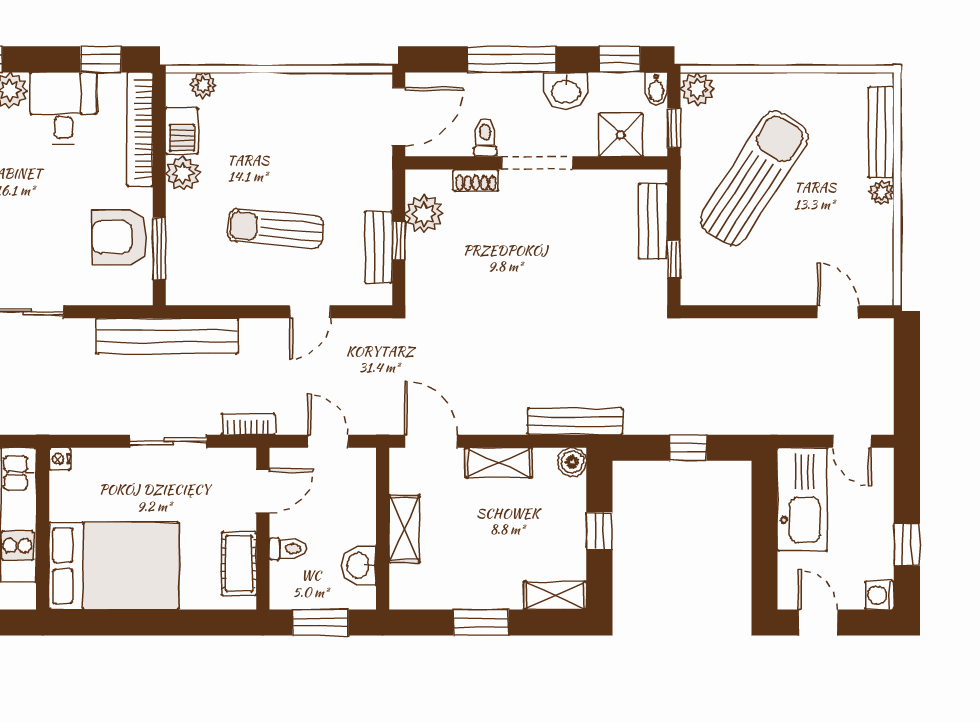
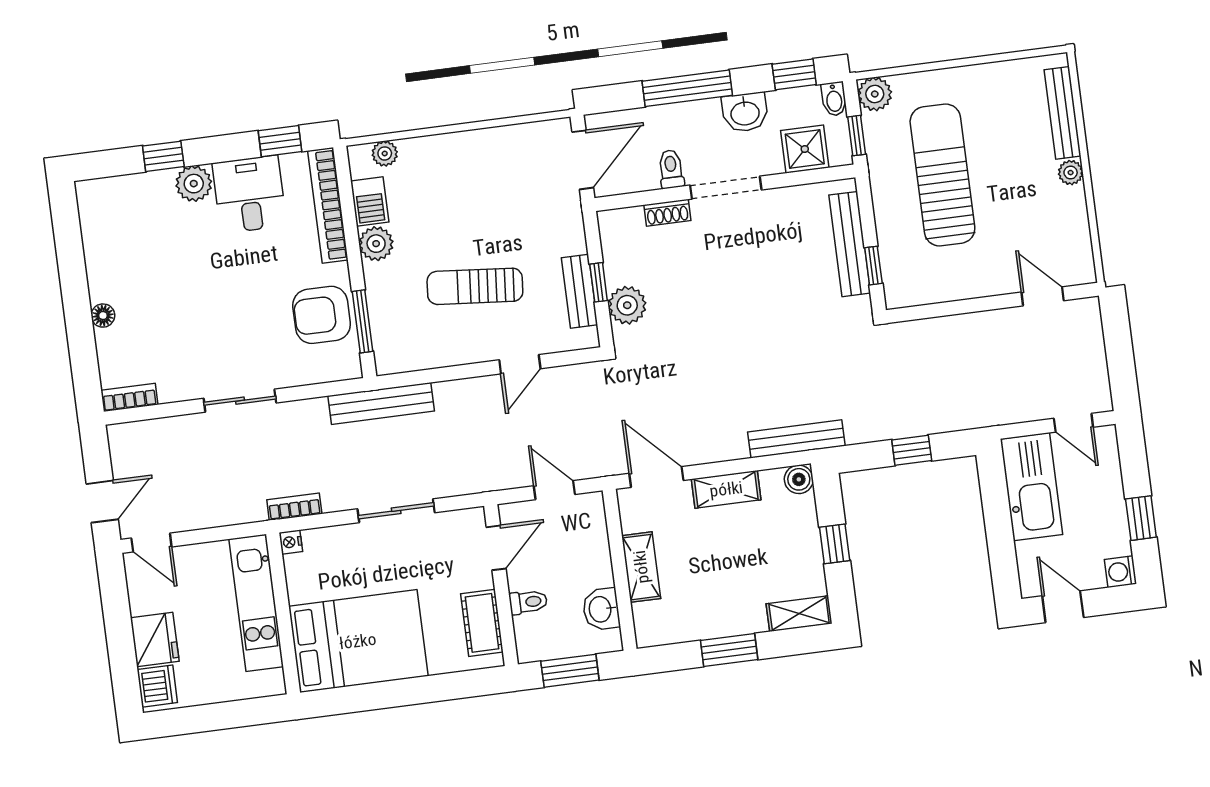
sun lounger: (754, 178) -> (942, 175), turned -33
plant: (424, 214) -> (627, 305), moved
bench: (653, 221) -> (850, 244), width x1.36
bench: (167, 336) -> (381, 403), width x0.73, depth x0.82
bookcase: (249, 424) -> (294, 507), moved

